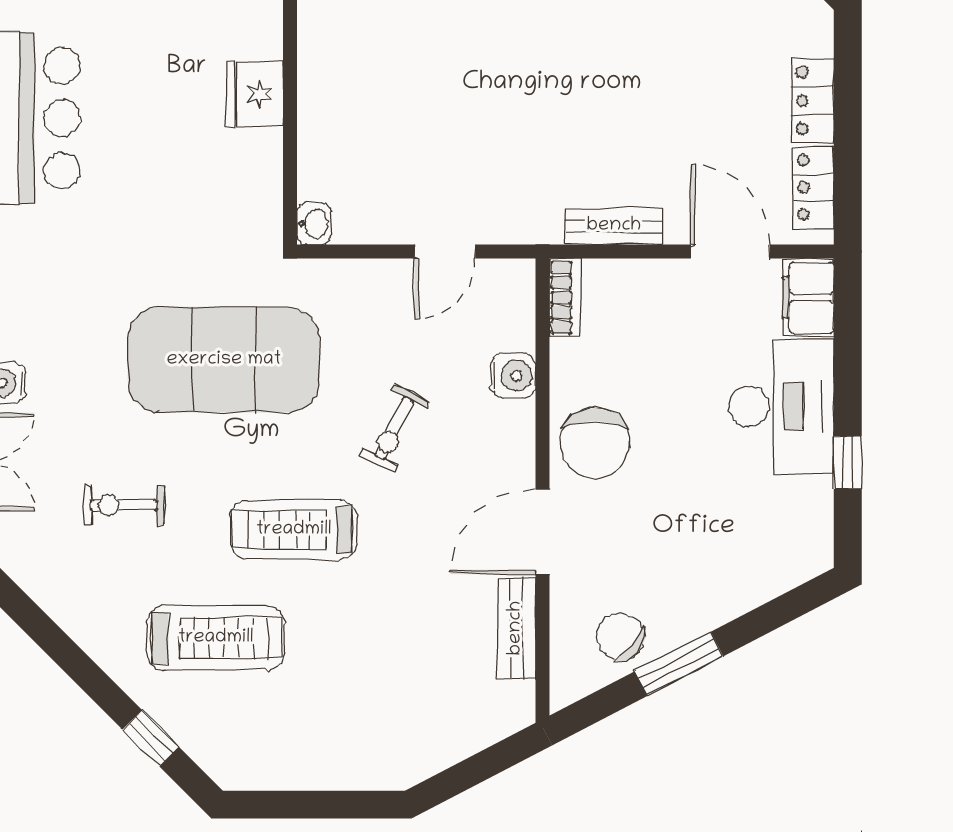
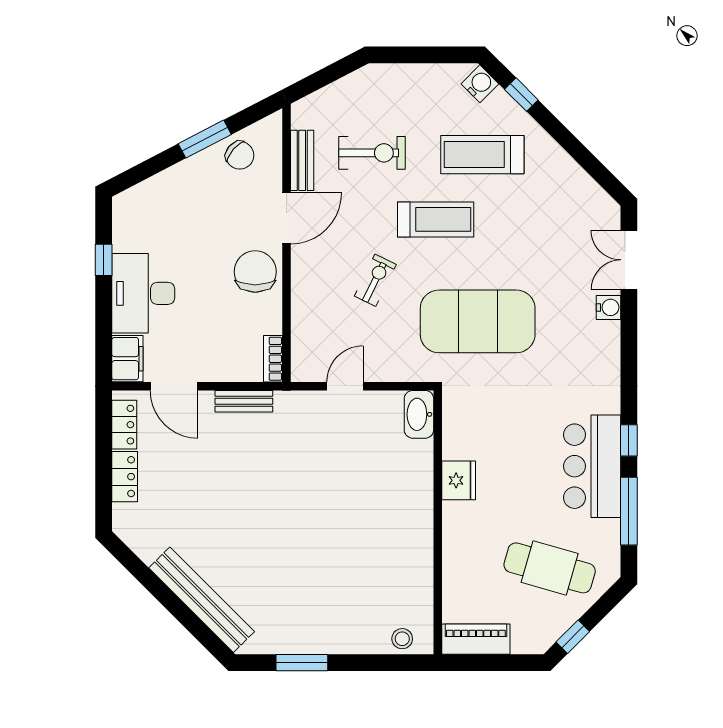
washbasin: (314, 224) -> (419, 414), width x1.91, depth x1.45
water cooler: (513, 376) -> (480, 84), moved, turned 135
exercise bike: (124, 505) -> (372, 153), moved, width x1.38, depth x1.39

